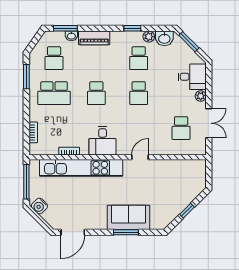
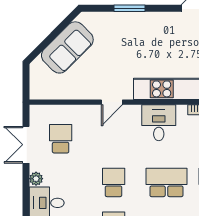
school desk: (96, 93) -> (166, 182), width x1.85
window: (187, 211) -> (53, 35), removed
sofa: (128, 217) -> (67, 47), moved, turned -45

